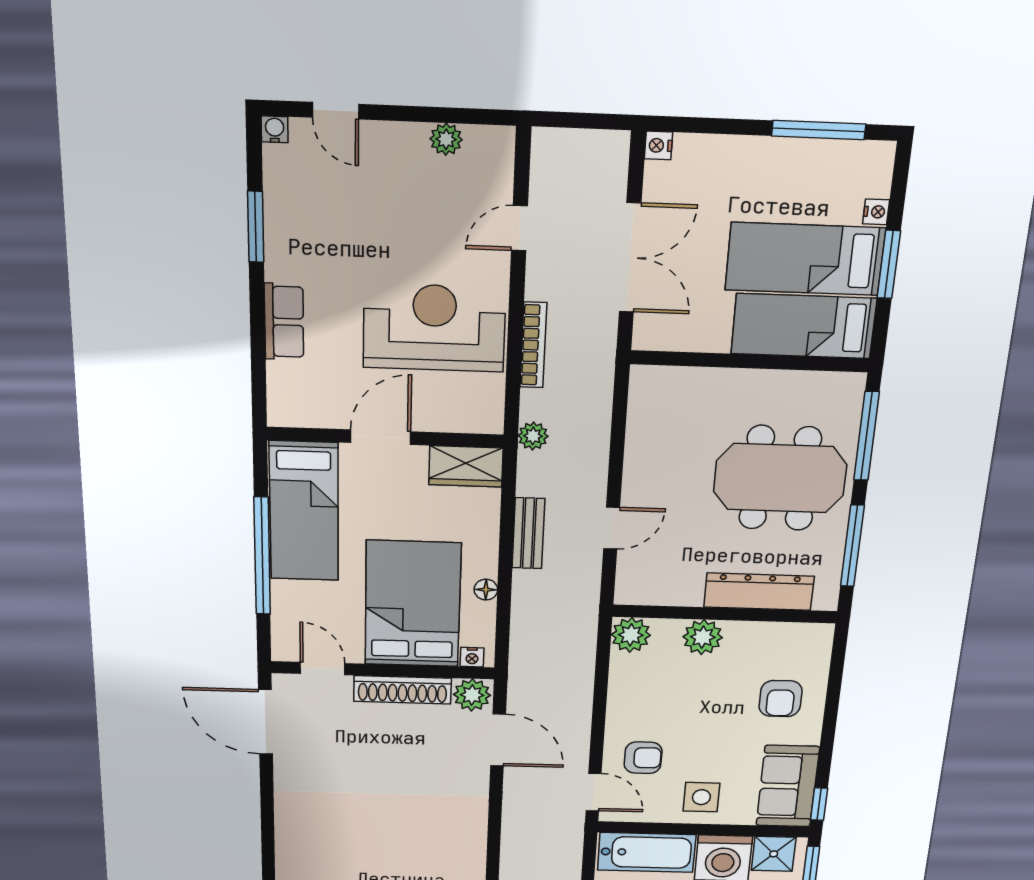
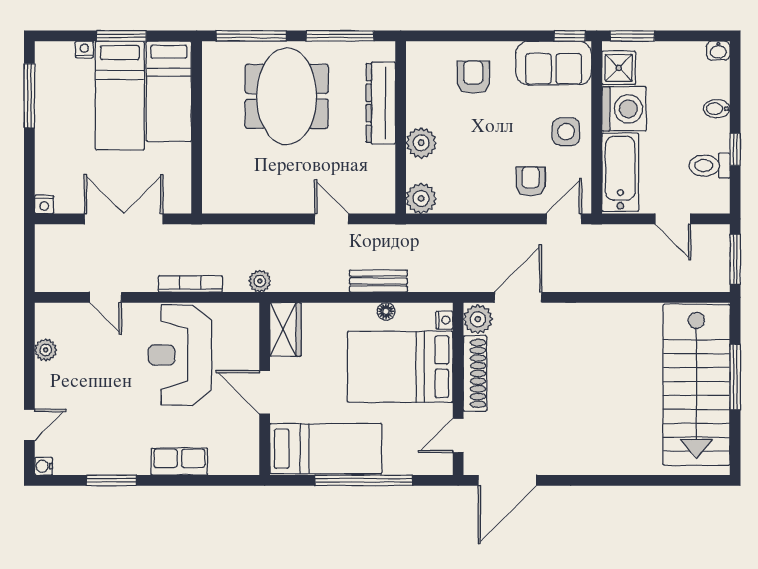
bench: (528, 533) -> (378, 281), moved
armchair: (781, 699) -> (473, 77), turned -90

